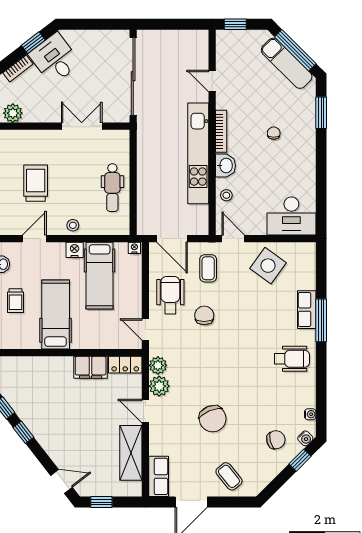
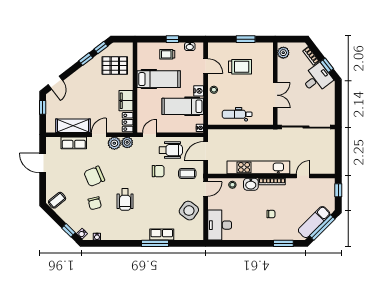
wheelchair: (292, 359) -> (125, 200), moved
pallet: (34, 385) -> (115, 66), added
chair: (276, 440) -> (95, 203), moved
row of seats: (159, 476) -> (74, 143), moved
coffee table: (229, 476) -> (57, 200), moved

